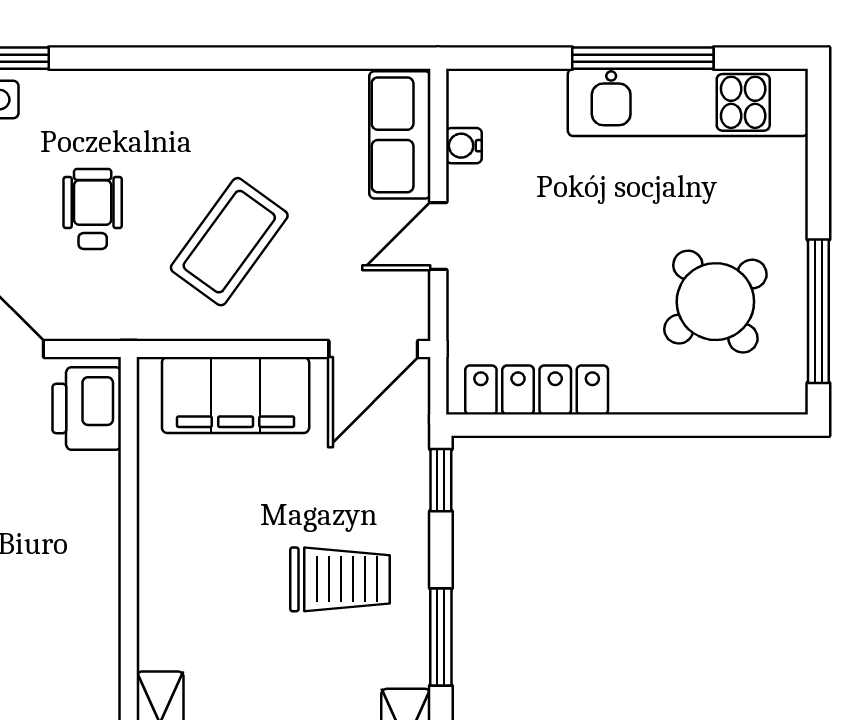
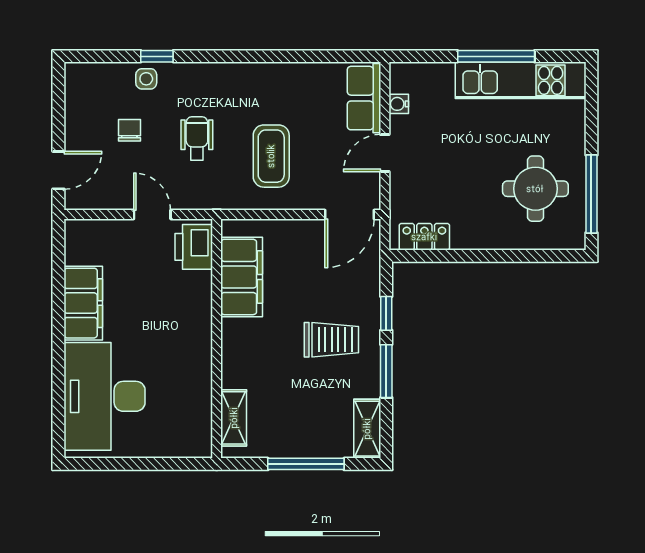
coffee table: (229, 242) -> (271, 156), turned -36
round table: (715, 302) -> (535, 189), turned 37
locker: (537, 390) -> (424, 237), width x0.66
filing cabinet: (236, 395) -> (242, 277), moved, turned -90
window: (441, 480) -> (386, 313), moved

